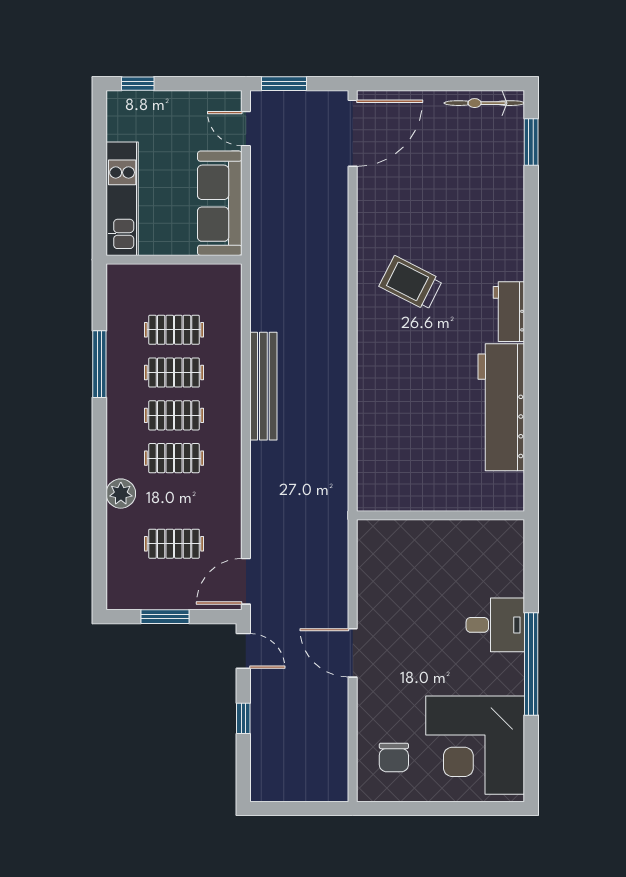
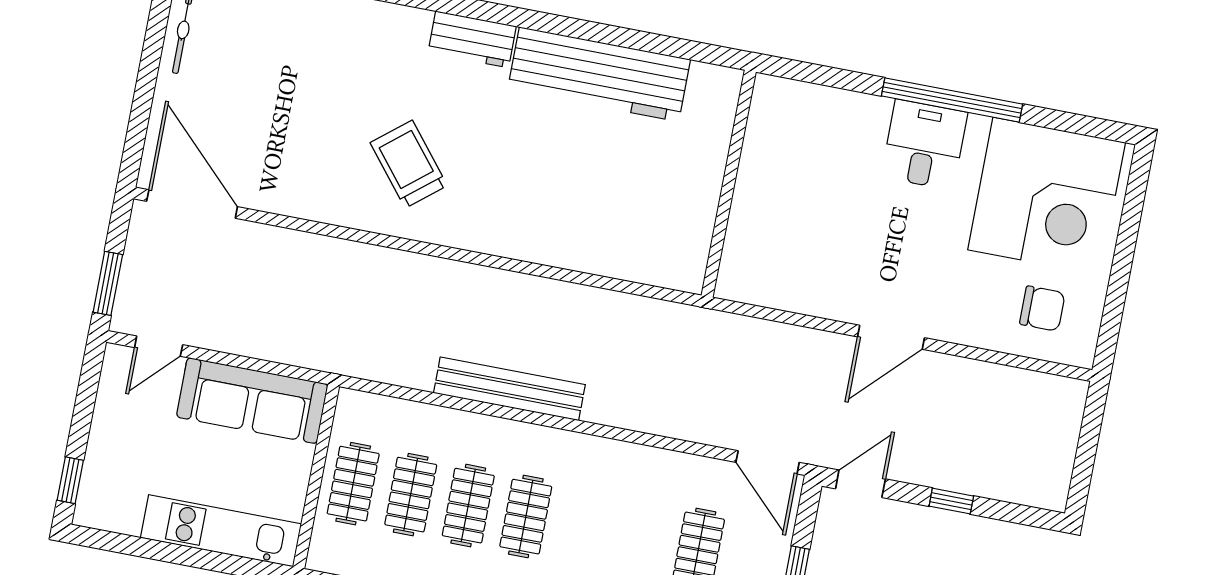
trolley: (411, 283) -> (409, 164), turned 114
clothes rail: (174, 458) -> (353, 484), moved
desk: (495, 625) -> (924, 145), moved

